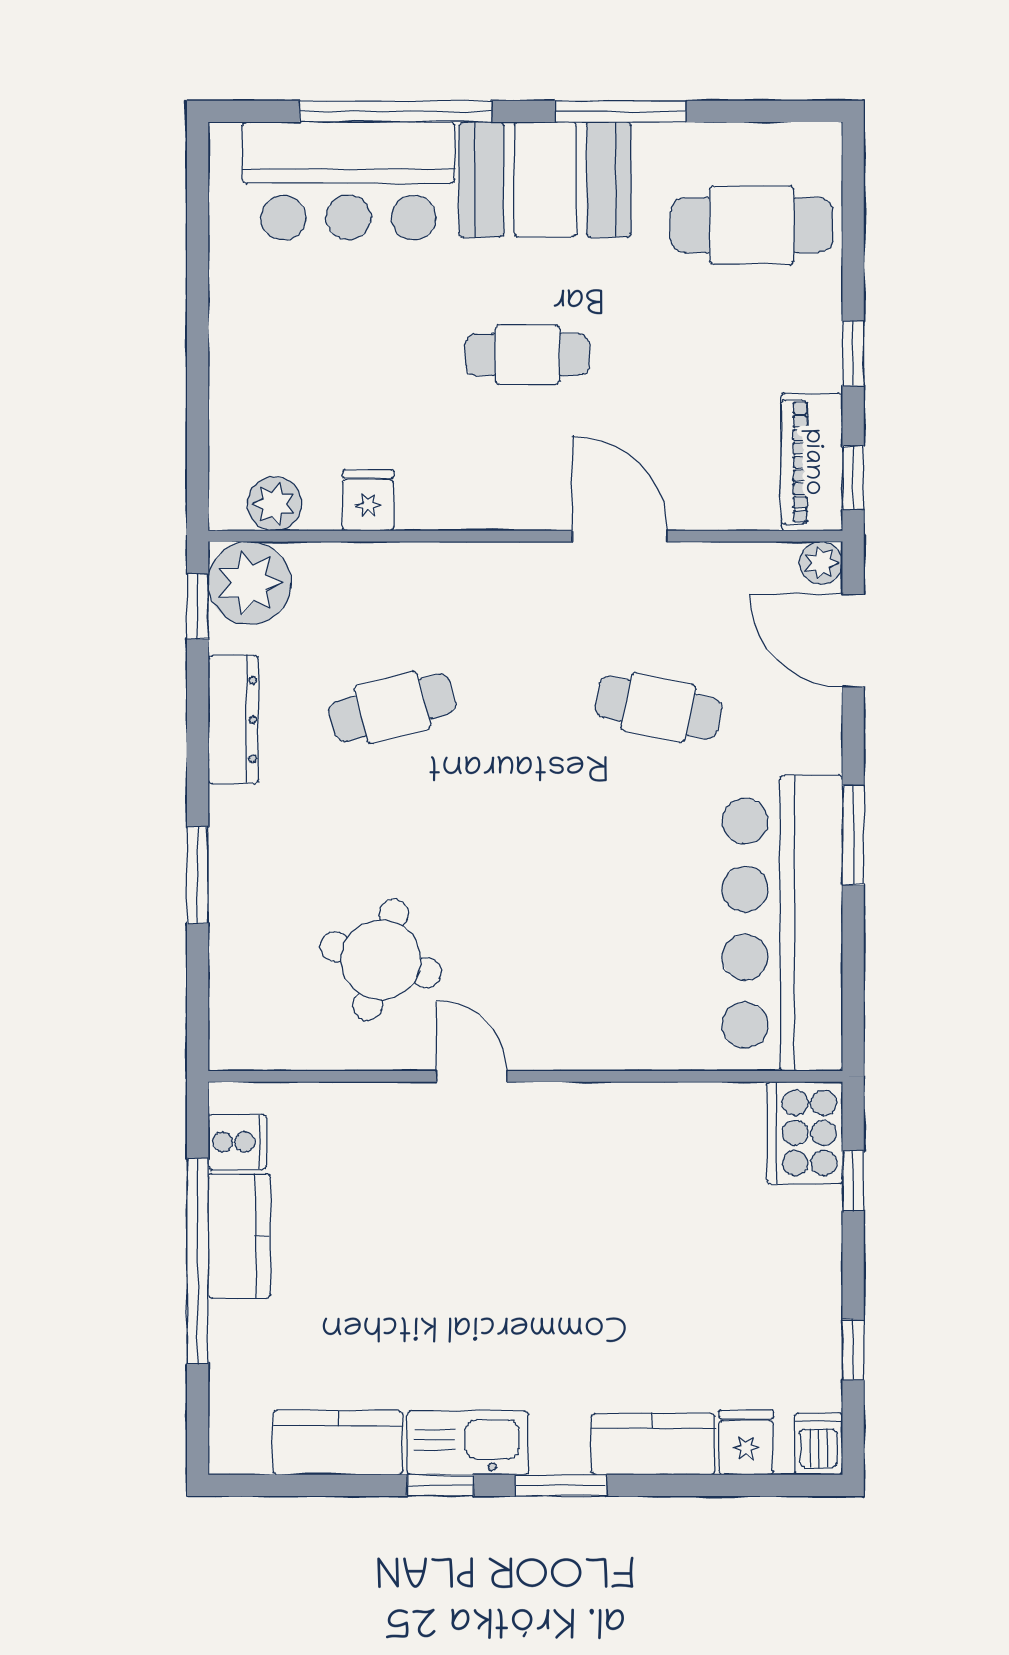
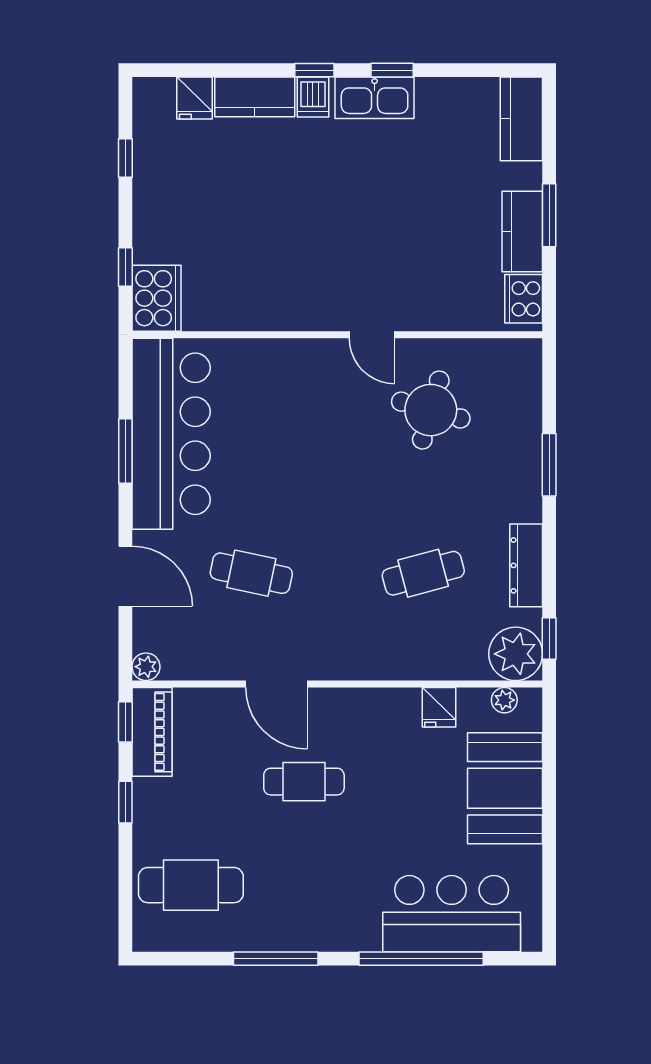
booth: (545, 180) -> (505, 788), moved, turned 90
cafe table: (527, 355) -> (304, 782), moved
plant: (274, 504) -> (504, 700), width x0.73, depth x0.73
door: (853, 641) -> (125, 576), moved
window: (853, 835) -> (125, 451), moved
cooker: (237, 1142) -> (524, 299), width x1.36
window: (198, 1261) -> (549, 215), width x0.47
kitchen counter: (338, 1443) -> (521, 119), moved, turned 90
dishwasher: (819, 1444) -> (313, 97), moved
window: (561, 1485) -> (314, 70), width x0.67

